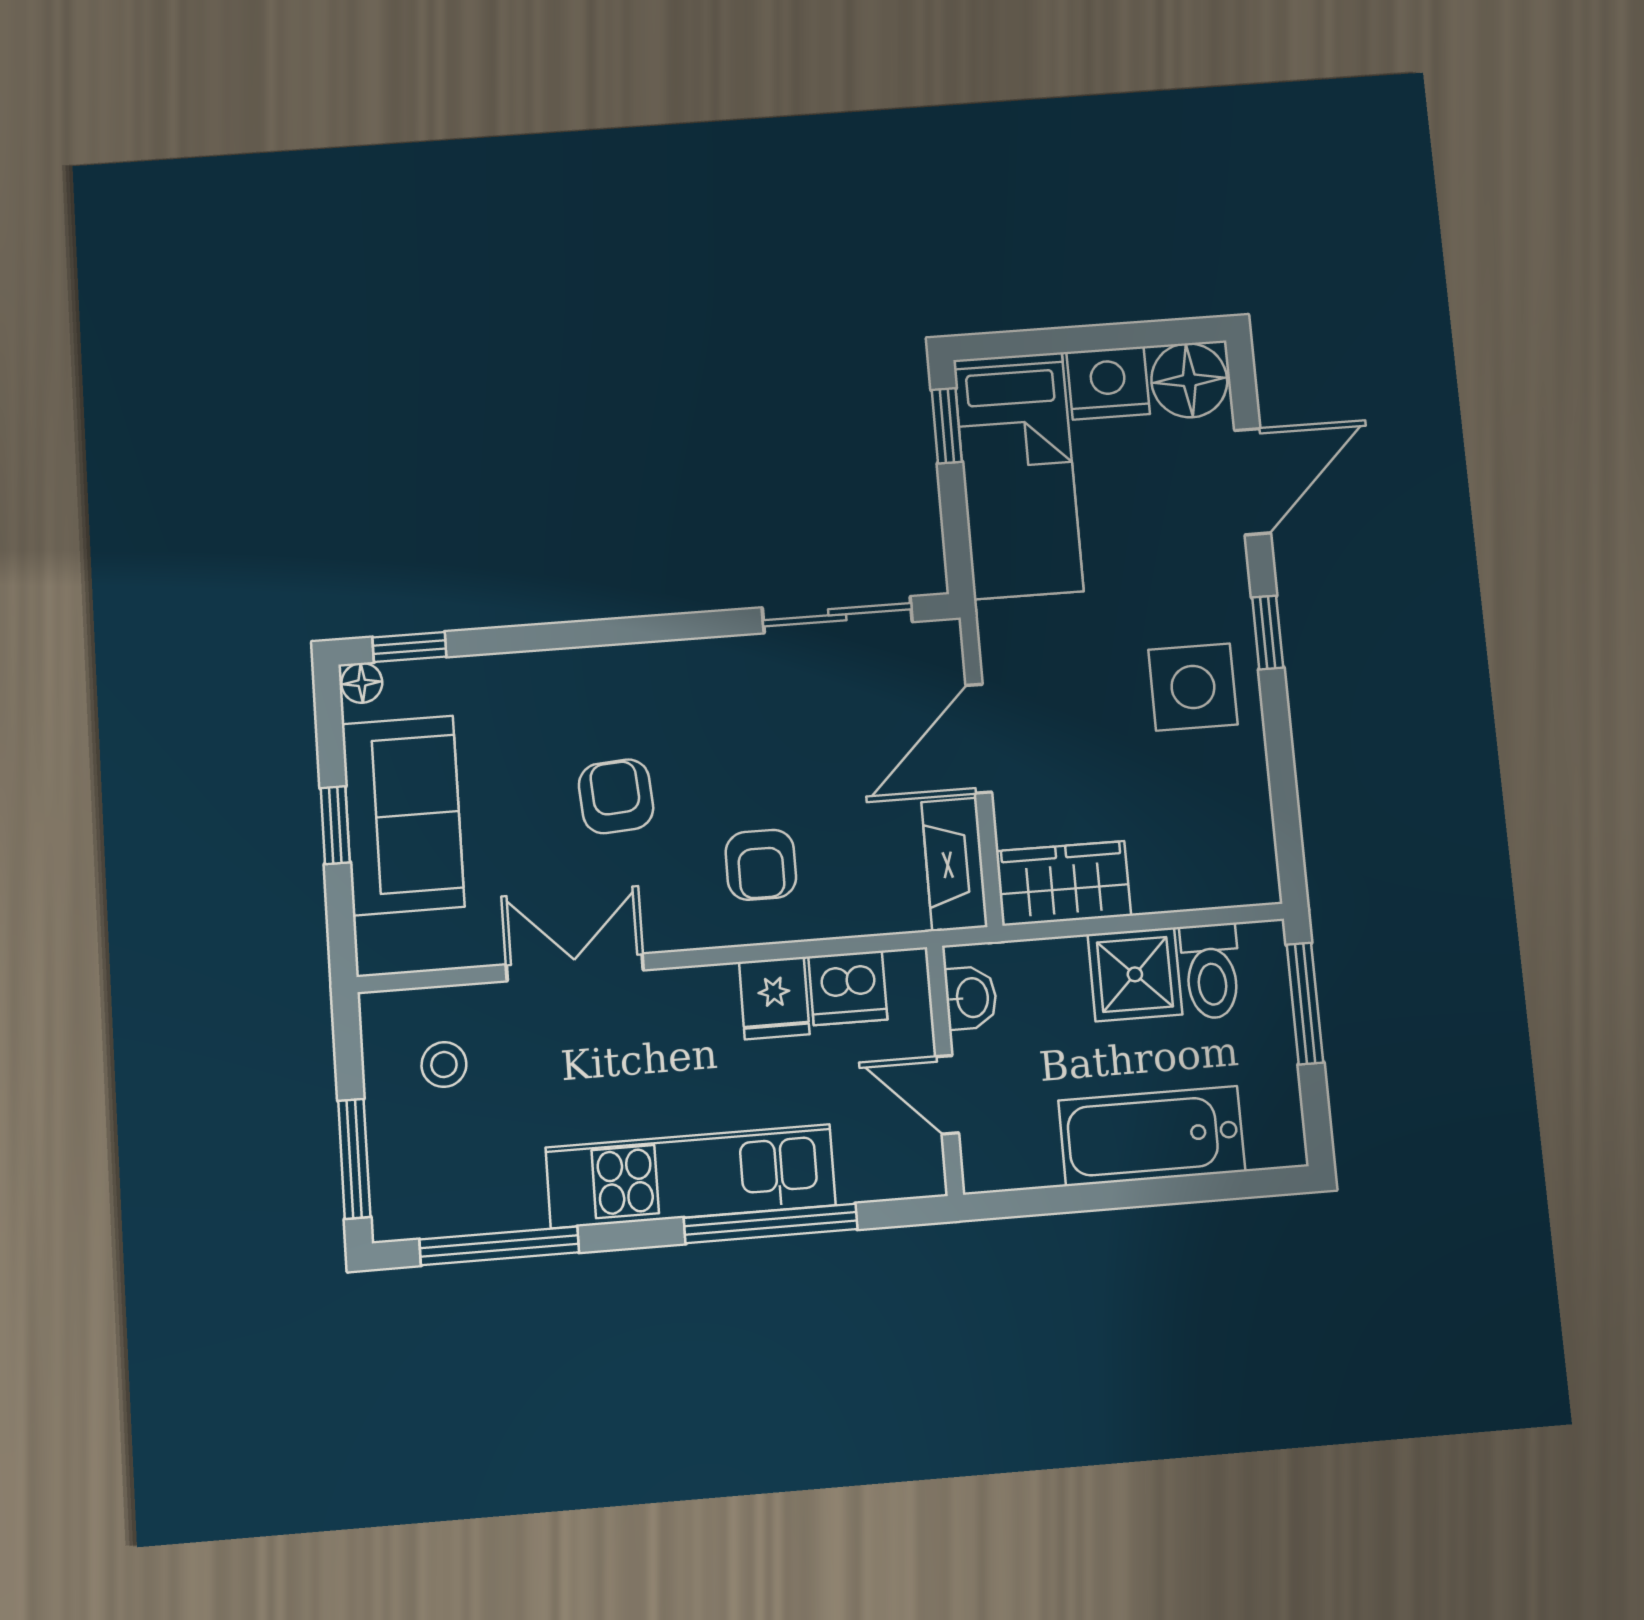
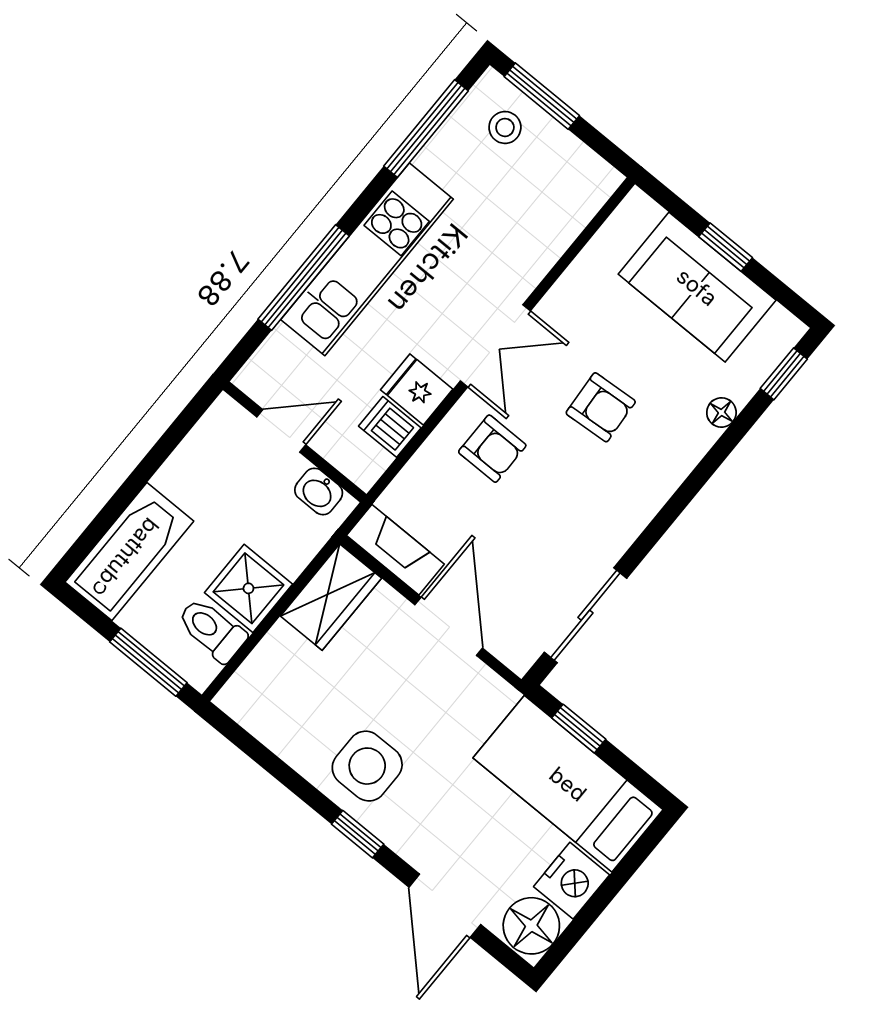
window: (947, 426) -> (579, 729), moved
floor lamp: (362, 683) -> (721, 412), moved
armchair: (761, 865) -> (492, 449), turned 180
double door: (575, 967) -> (495, 346), moved
dishwasher: (848, 988) -> (390, 427), width x0.73
stool: (444, 1065) -> (505, 127), moved
bathtub: (1152, 1136) -> (129, 552), moved

